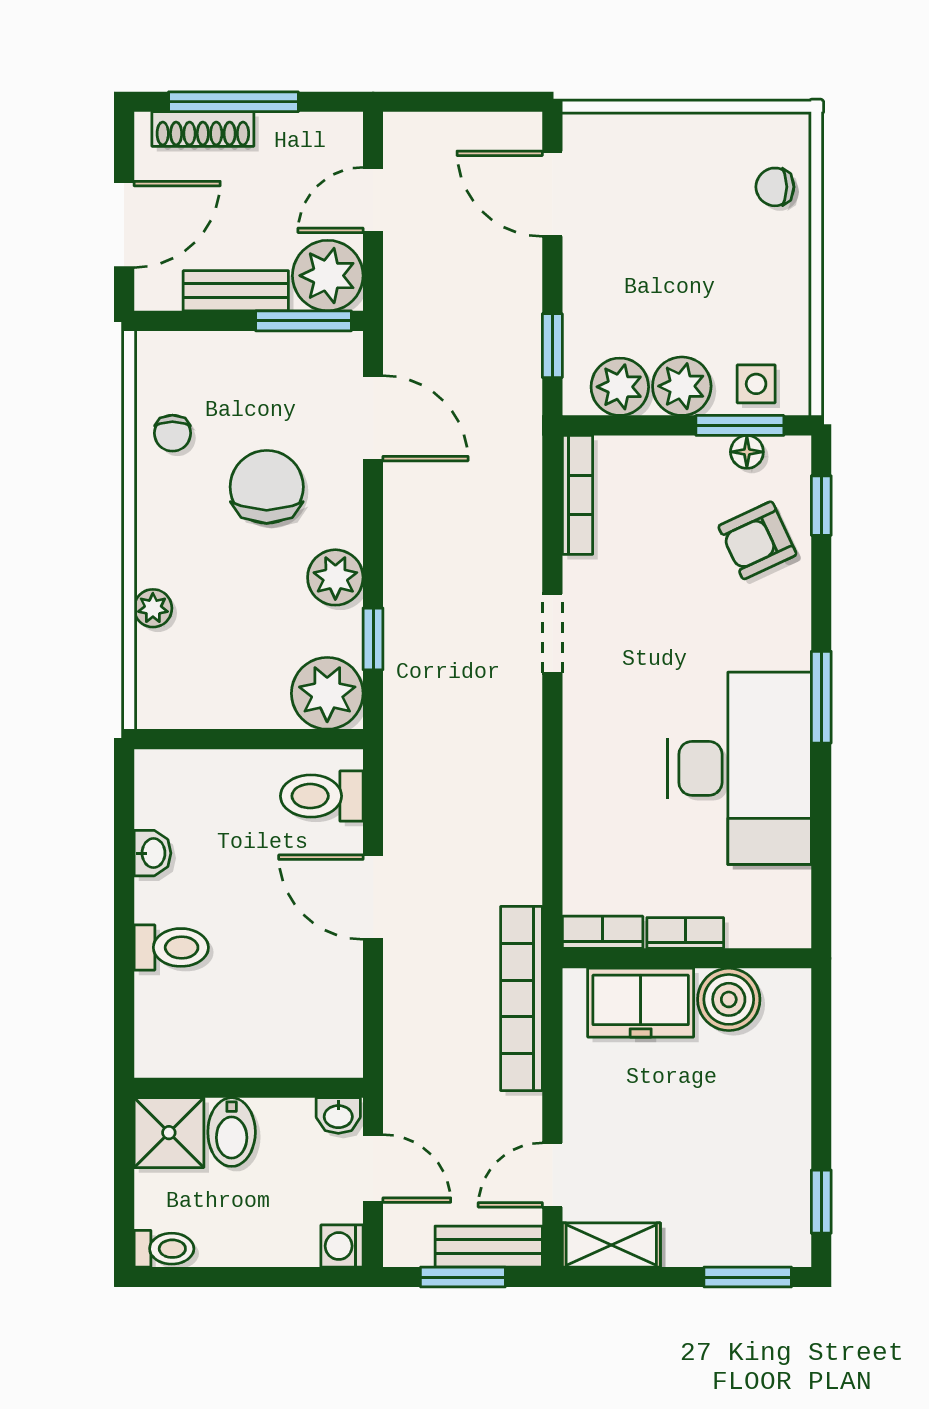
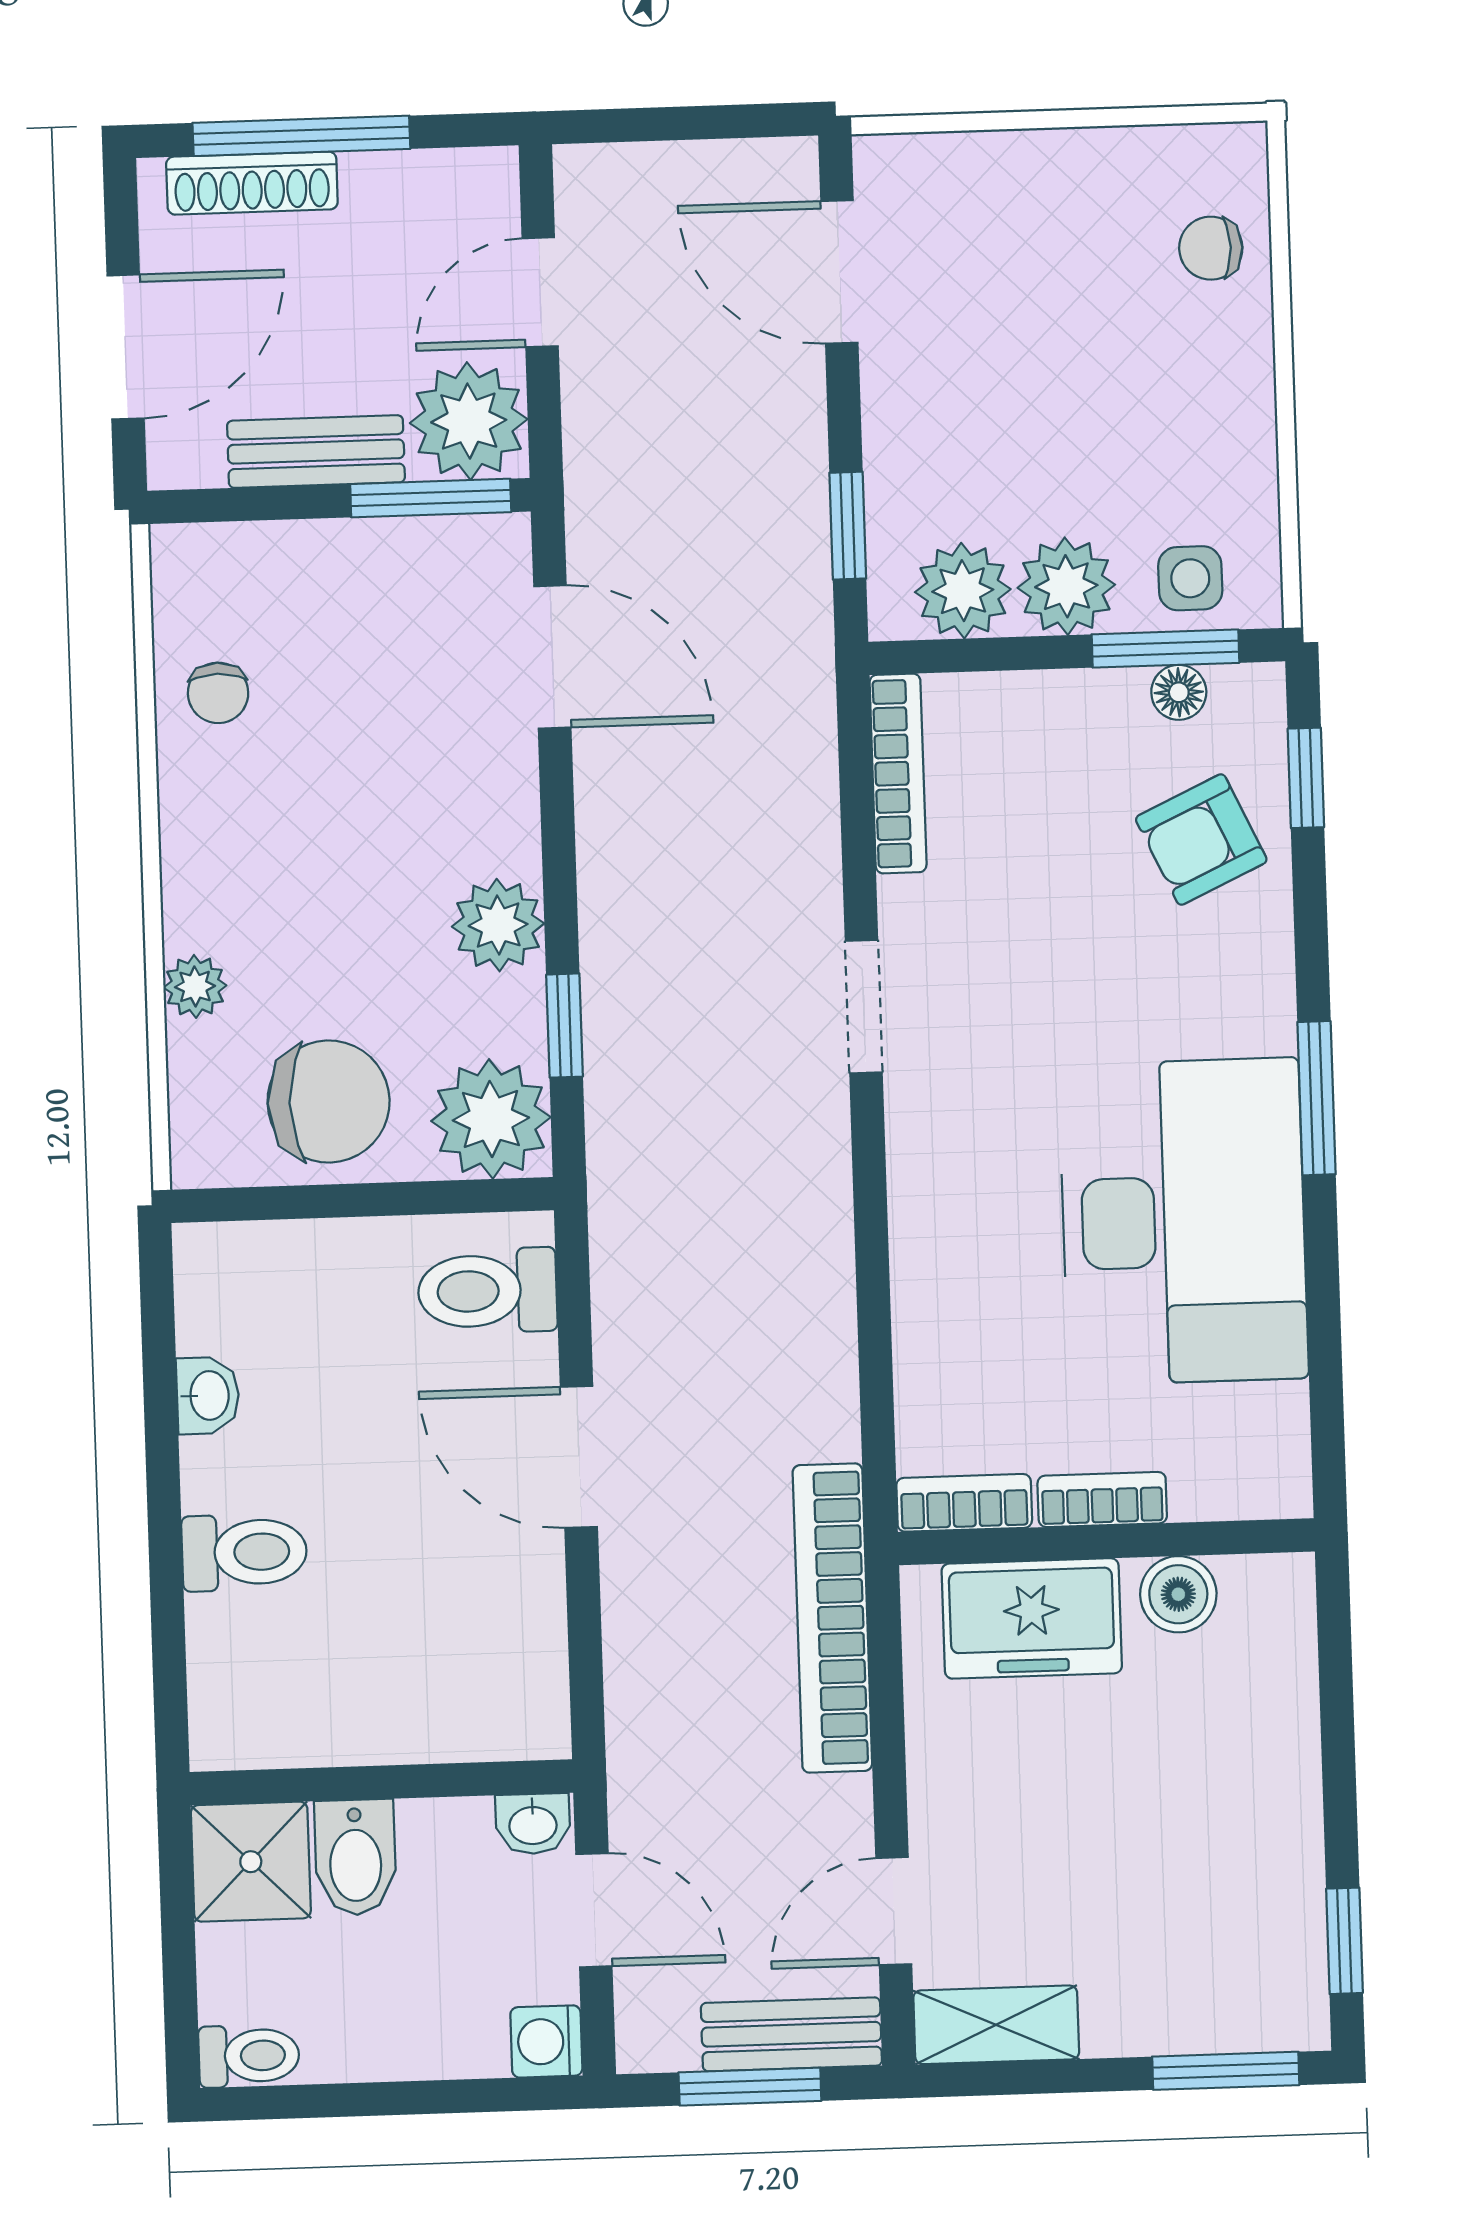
chair: (267, 487) -> (329, 1102), moved, turned 90
boiler: (729, 999) -> (1178, 1594), width x0.73, depth x0.73

